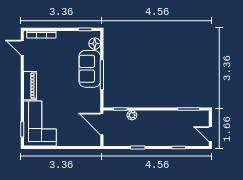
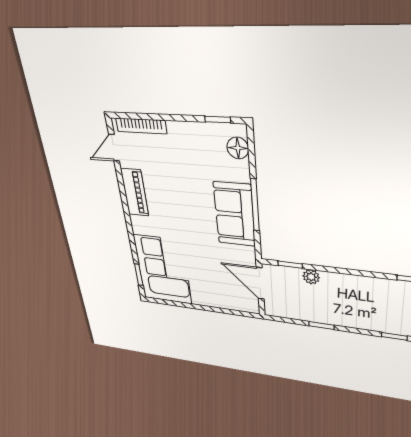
door: (22, 48) -> (114, 148), hinge flipped
sofa: (90, 69) -> (234, 214), moved
piano: (30, 86) -> (135, 192), moved

